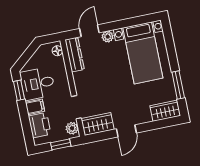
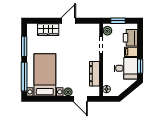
door: (89, 31) -> (80, 99), hinge flipped
window: (170, 45) -> (24, 77), added
dresser: (75, 55) -> (95, 74), moved
wardrobe: (165, 111) -> (48, 30), moved
wardrobe: (98, 124) -> (88, 30), removed

